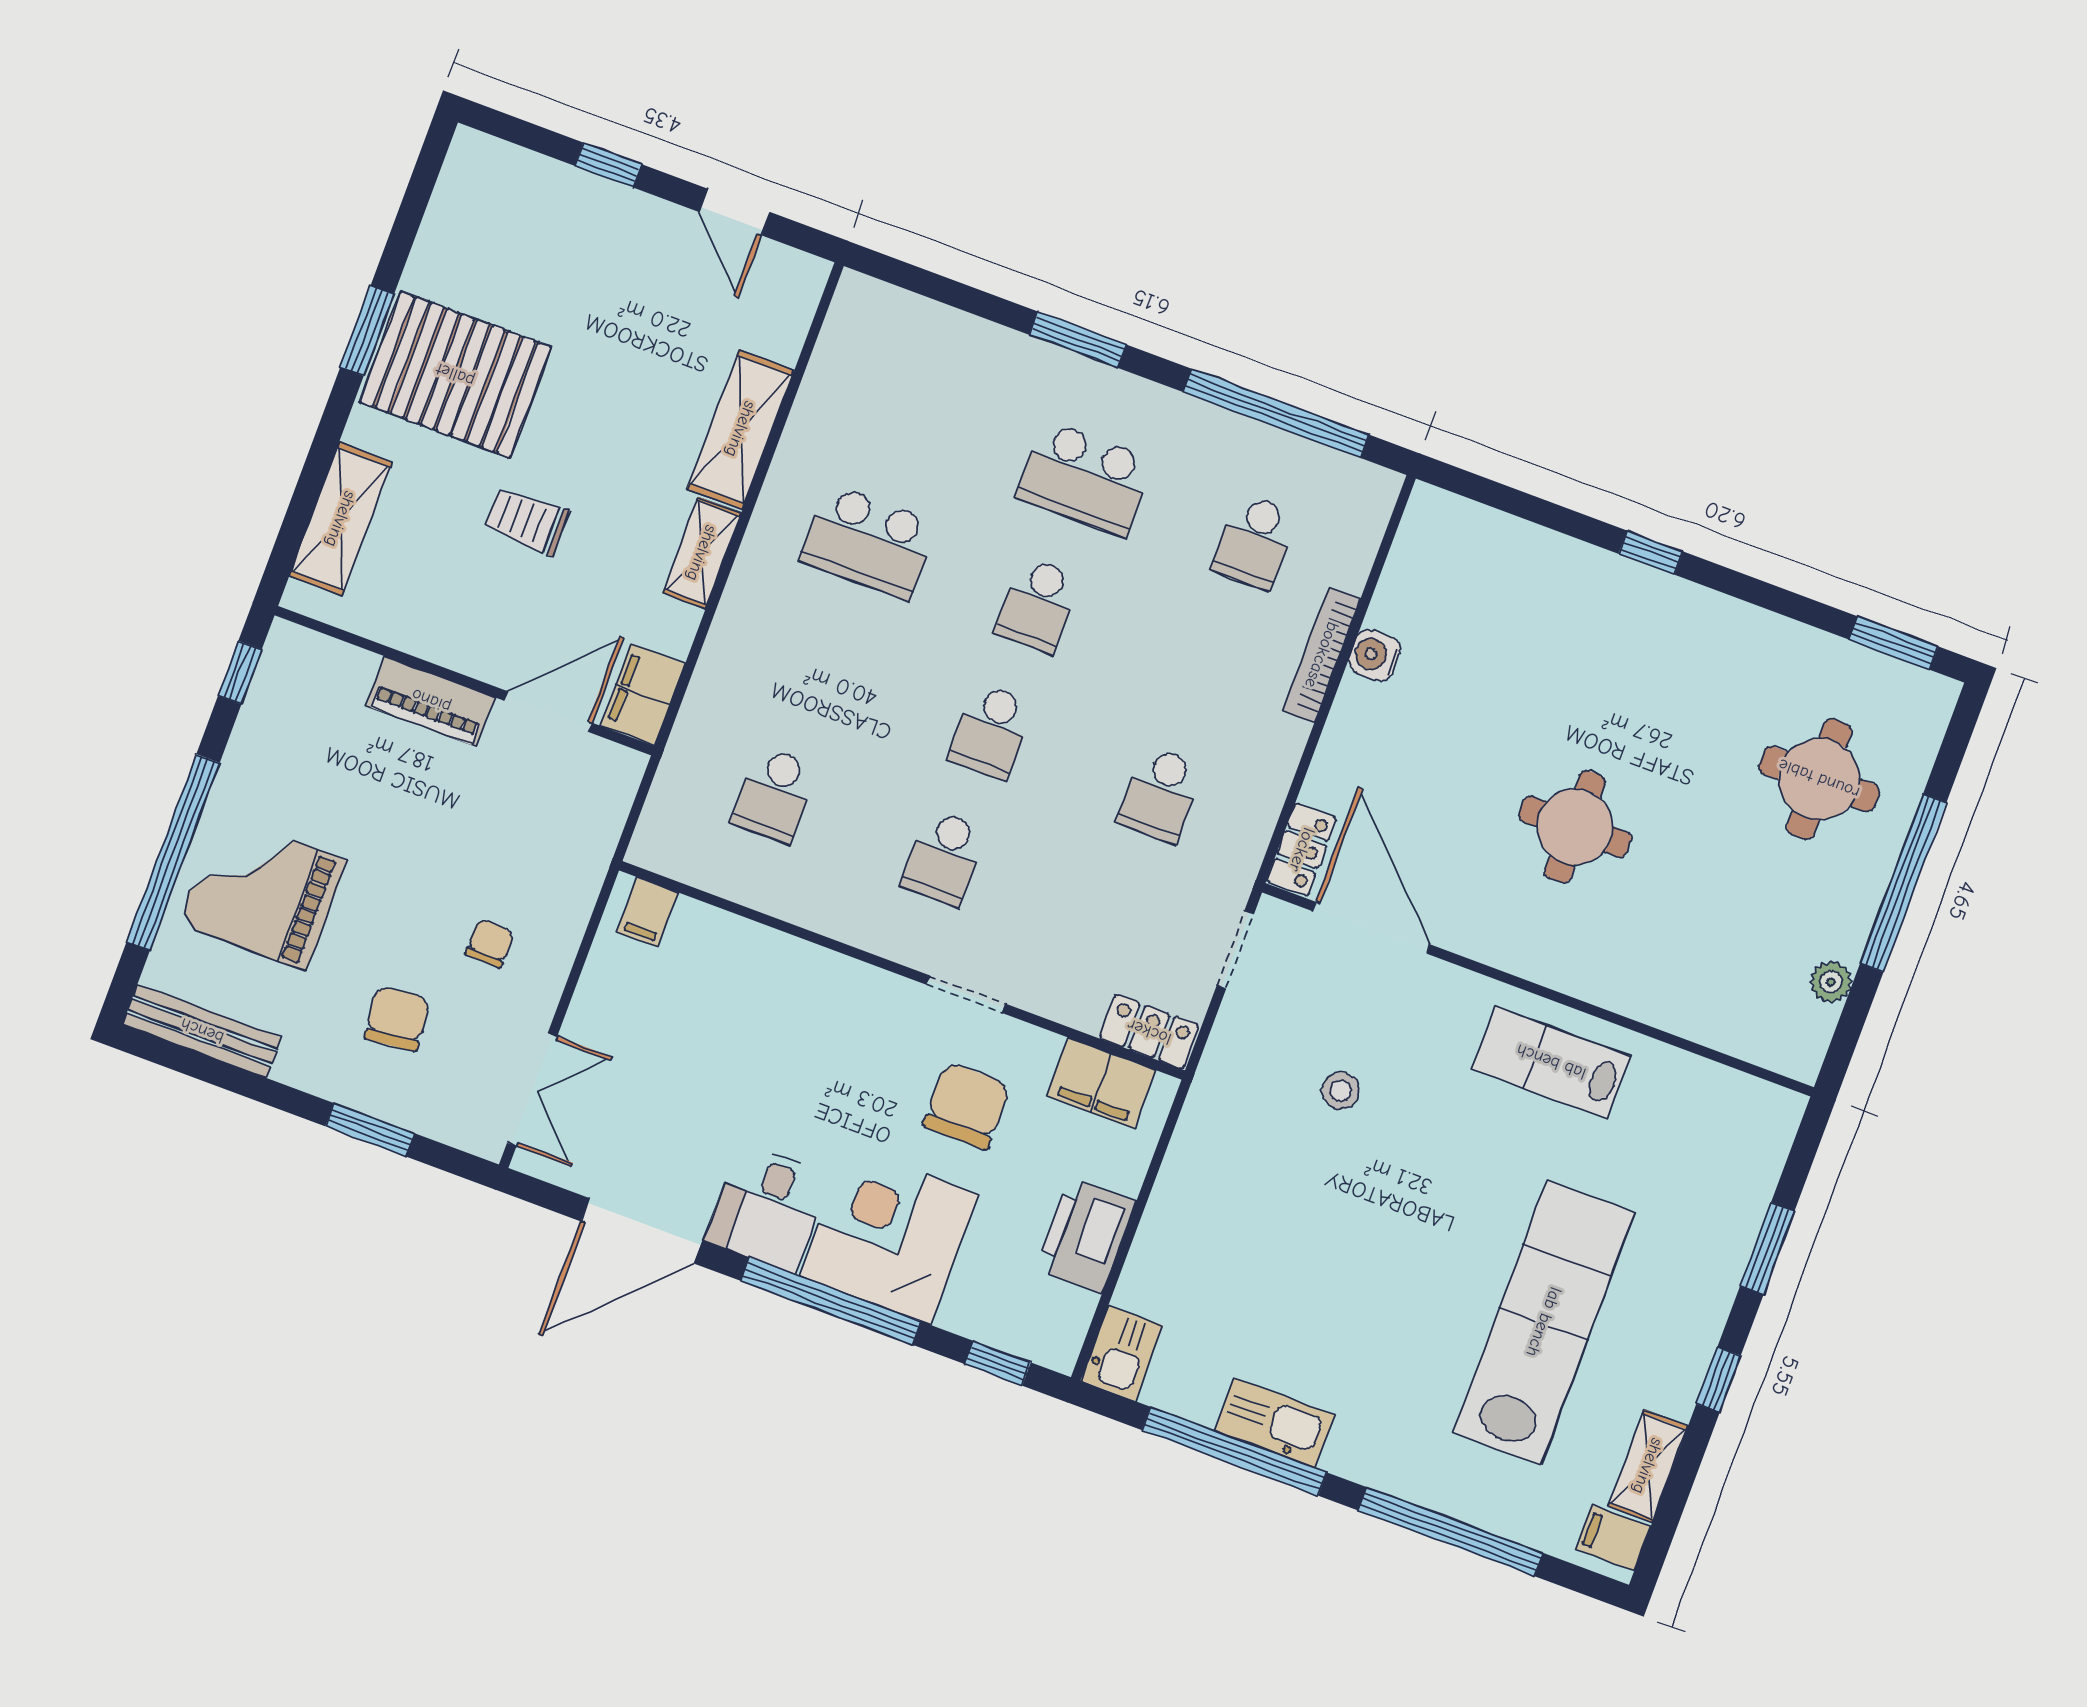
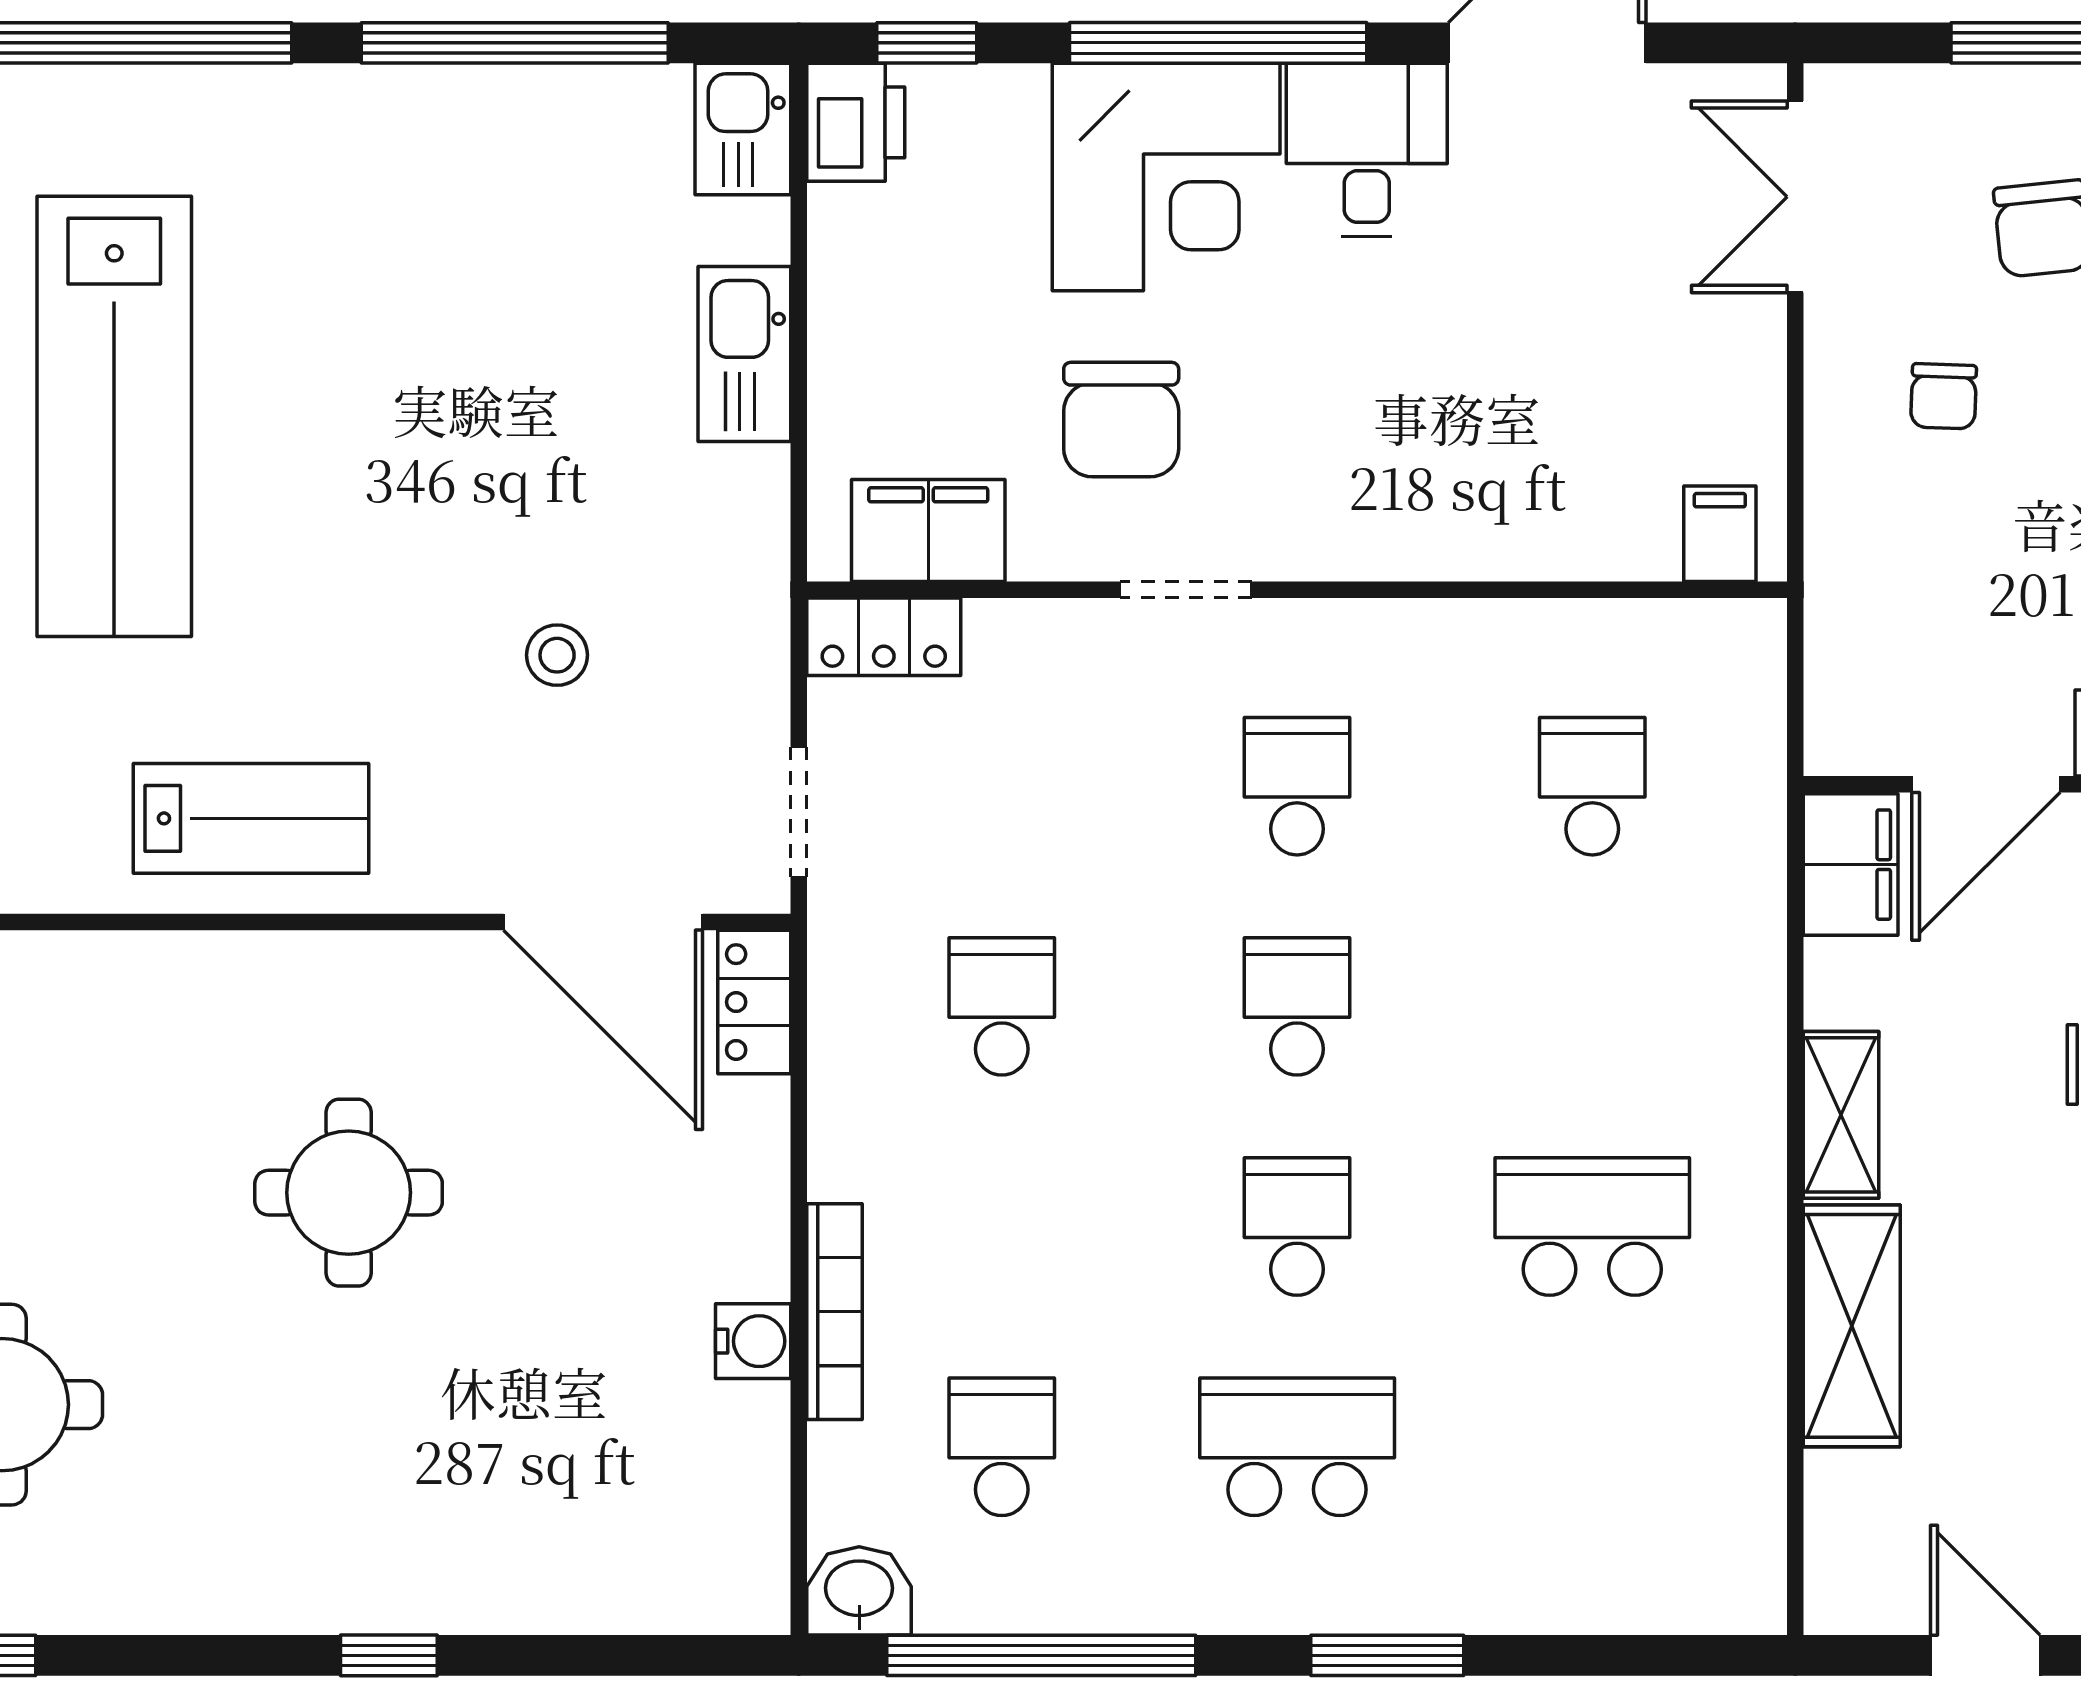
washbasin: (1367, 489) -> (859, 1591), added
printer: (1086, 1235) -> (856, 122), moved, width x0.73, depth x0.84
kitchen sink: (1274, 1423) -> (744, 354), moved, turned 90

